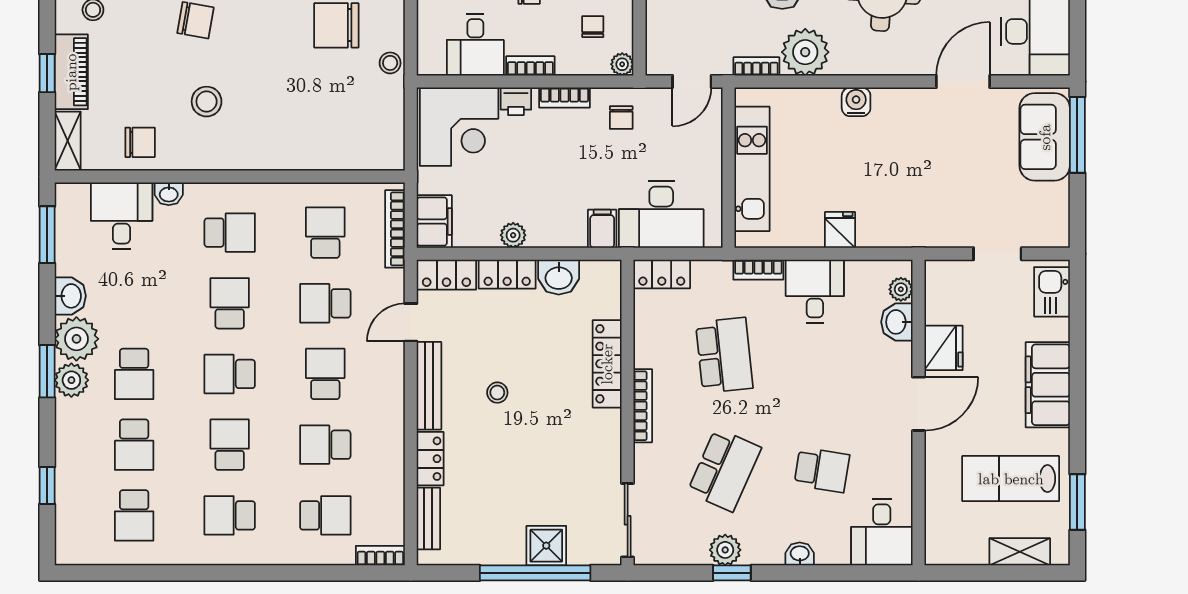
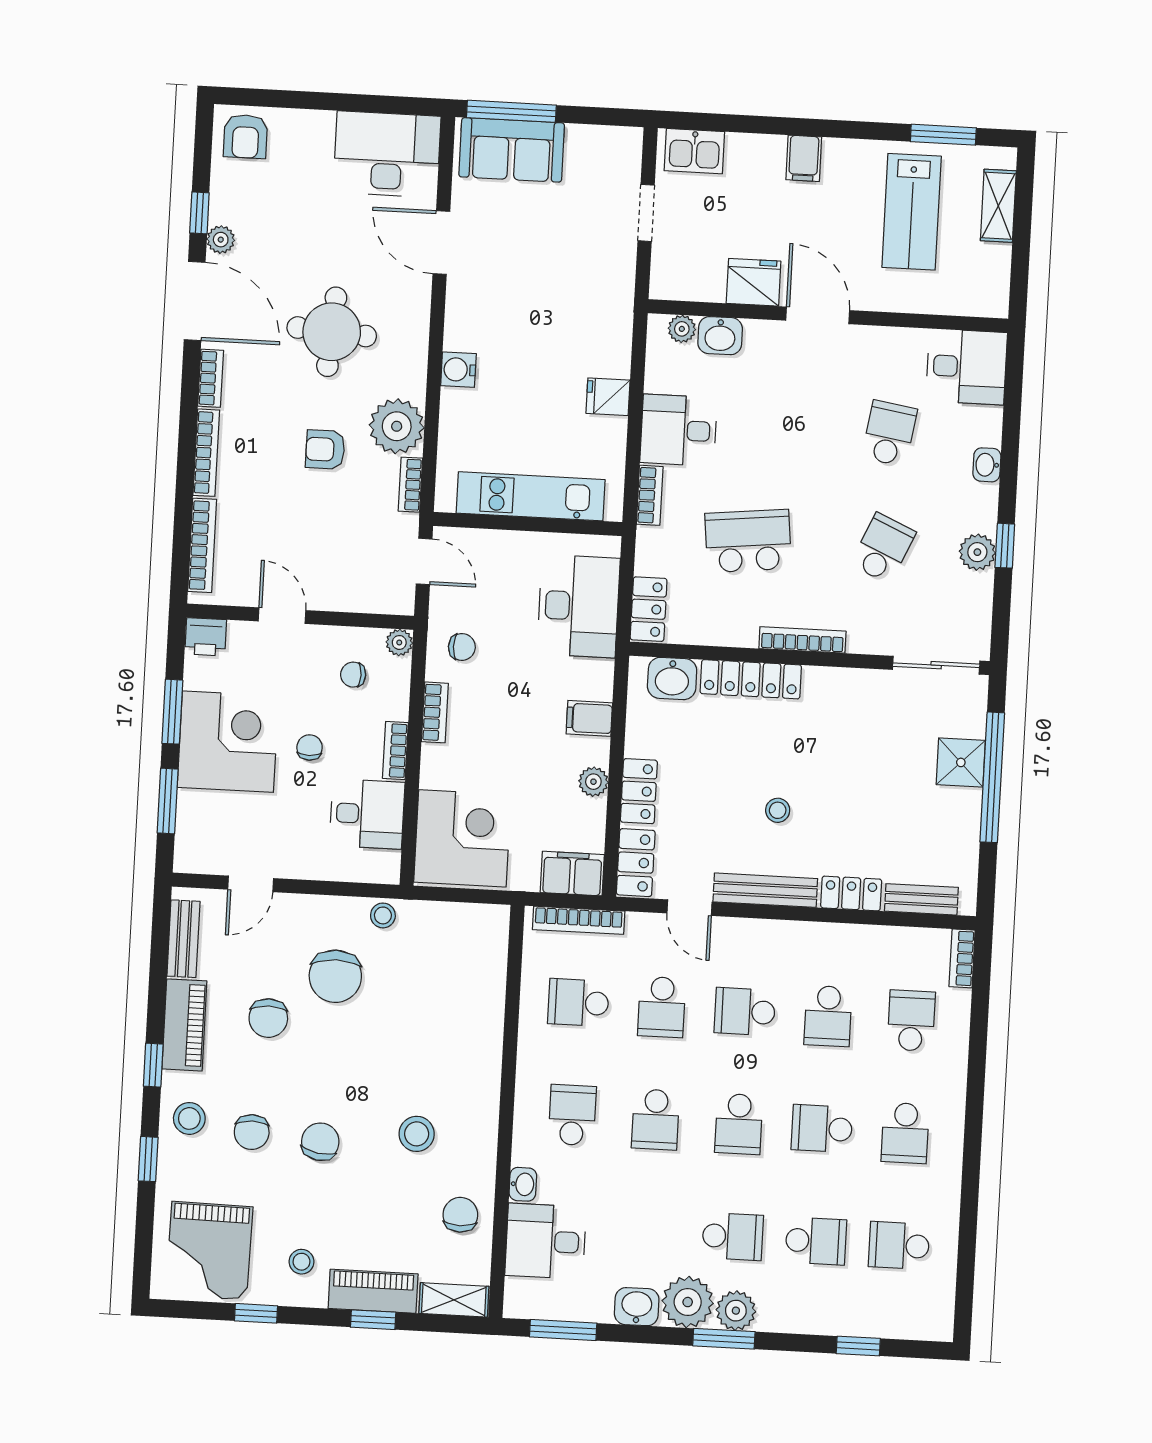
printer: (516, 101) -> (436, 770), removed
filing cabinet: (602, 229) -> (589, 718), moved
washbasin: (559, 277) -> (672, 678), moved, turned 90
school desk: (230, 303) -> (656, 1120), turned -90
filing cabinet: (1048, 385) -> (804, 158), width x0.33, depth x0.86
school desk: (724, 470) -> (883, 548), width x0.54
school desk: (134, 515) -> (899, 1245), turned 180

